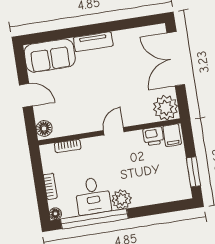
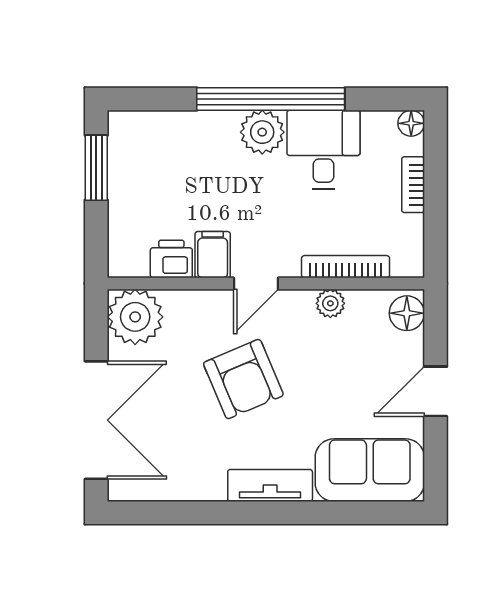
armchair: (113, 87) -> (243, 379), added
door: (26, 95) -> (435, 391), hinge flipped
plant: (79, 127) -> (330, 303), added
filing cabinet: (172, 135) -> (213, 255), moved
bookcase: (68, 146) -> (346, 267), width x1.56
window: (94, 219) -> (271, 99), moved

